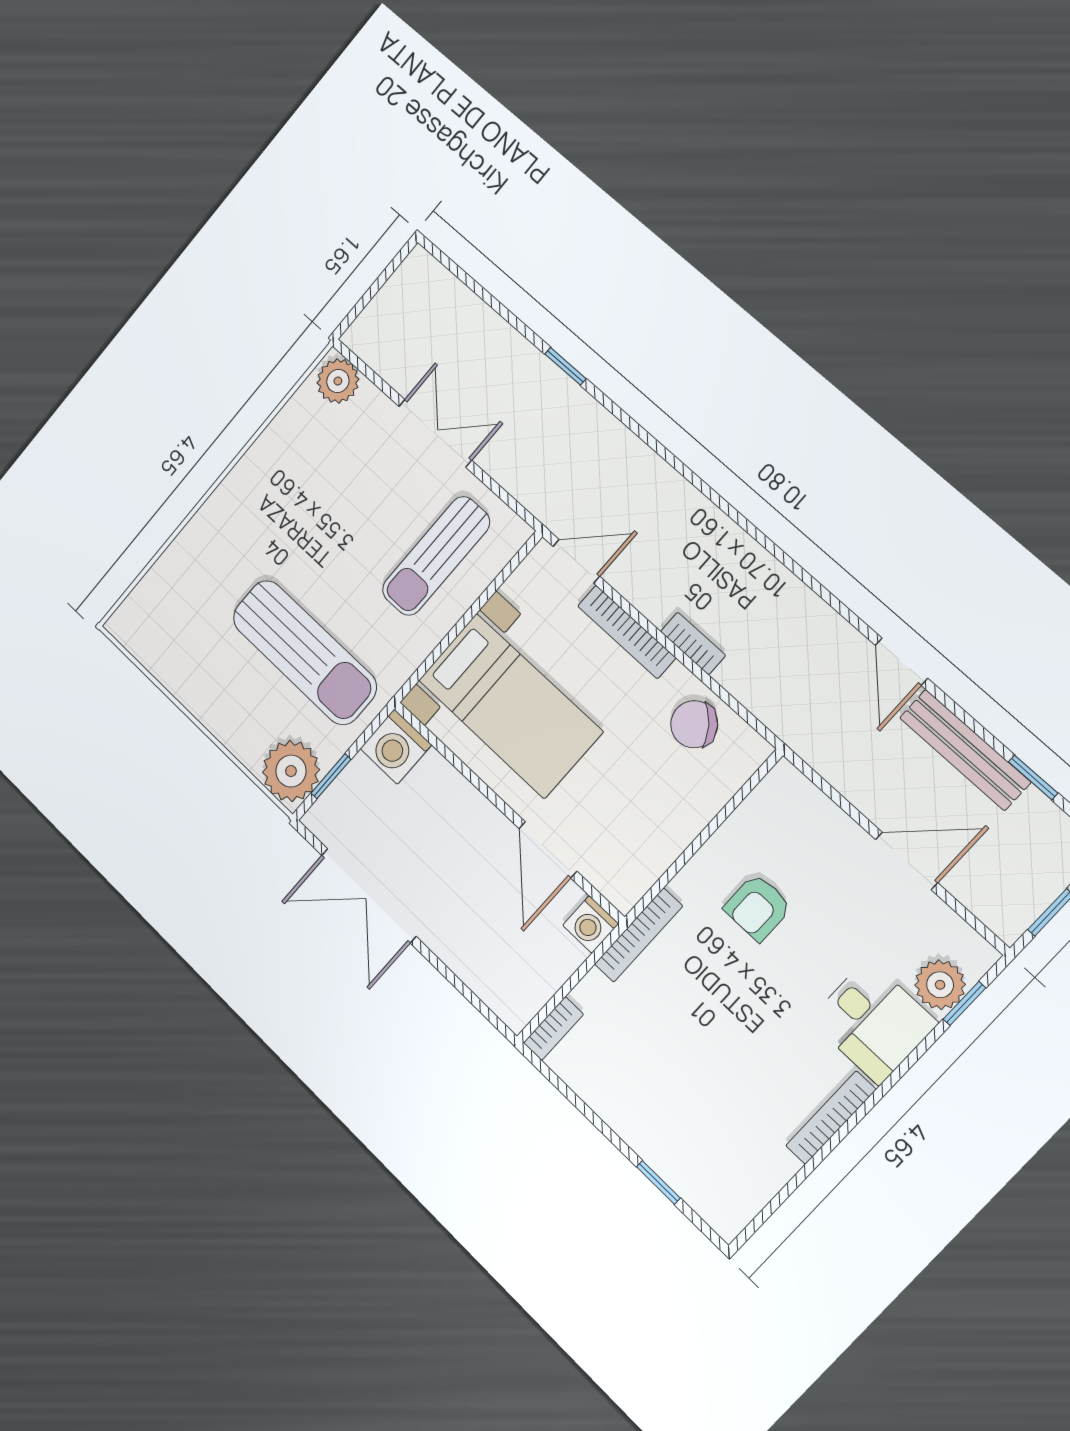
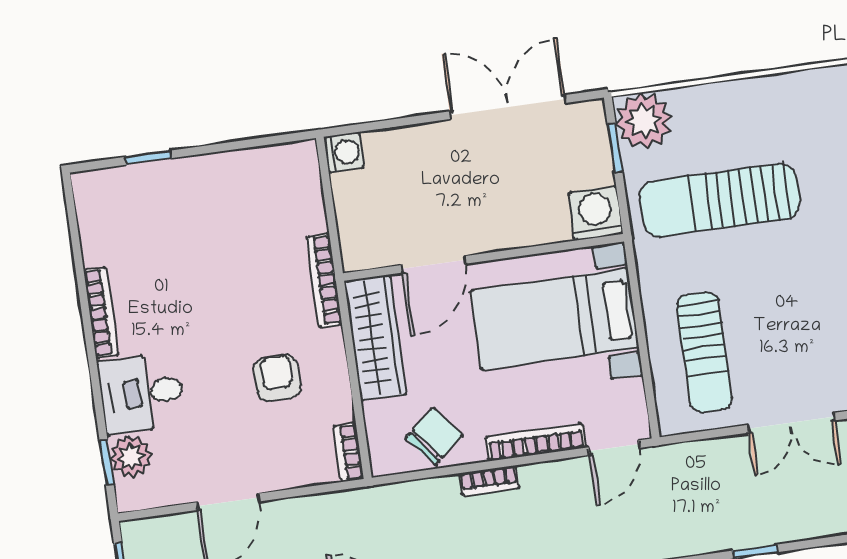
sun lounger: (436, 556) -> (704, 352), turned 180
wardrobe: (651, 848) -> (375, 338), added
door: (548, 850) -> (433, 264), swing flipped
washing machine: (591, 924) -> (344, 152), moved, turned 90
bookcase: (553, 1029) -> (349, 452), moved

